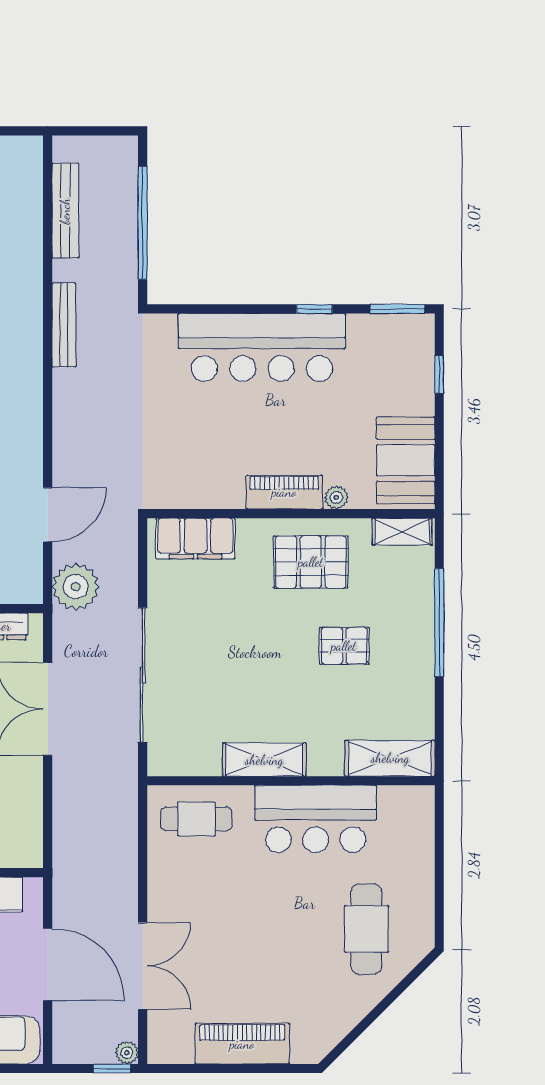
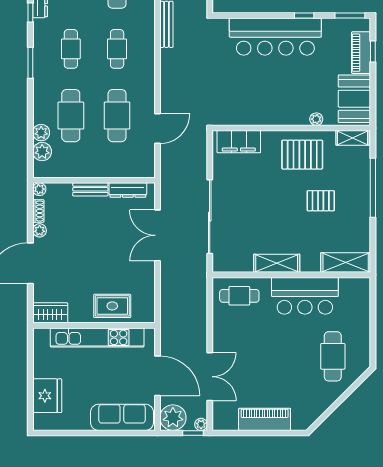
piano: (284, 492) -> (361, 53), moved, turned -90
plant: (76, 587) -> (173, 418), moved

